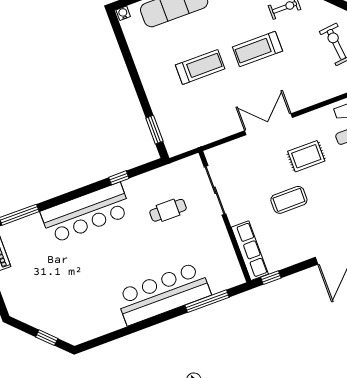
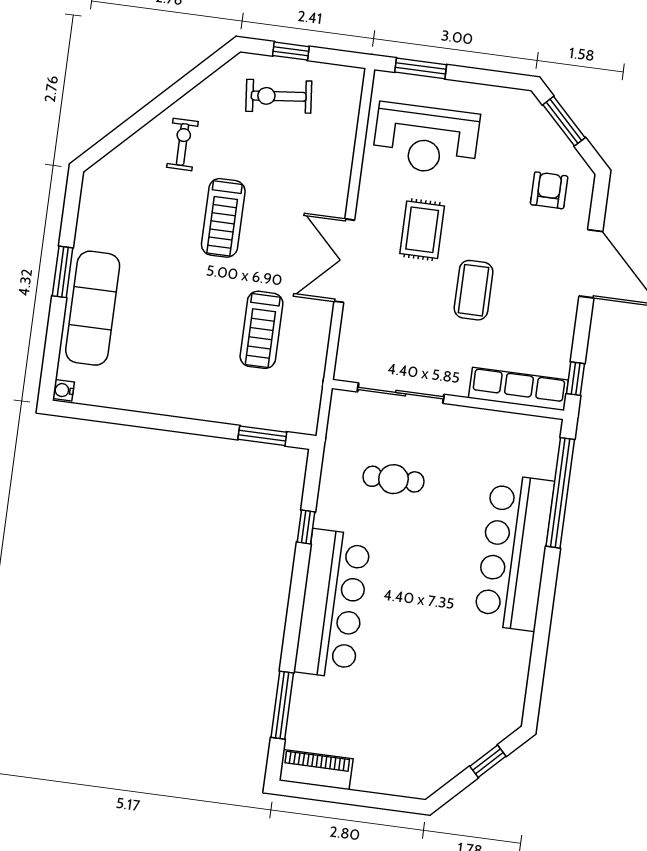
treadmill: (200, 67) -> (261, 330), moved, turned 180
cafe table: (168, 210) -> (393, 479), turned 90
window: (207, 301) -> (560, 493), width x1.46

